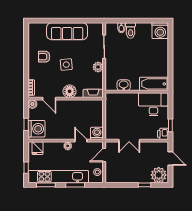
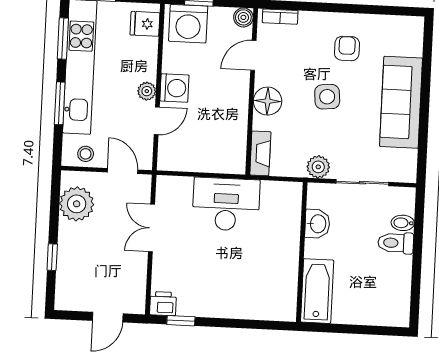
washing machine: (160, 31) -> (392, 309), removed
bathtub: (154, 84) -> (317, 291), moved
washbasin: (124, 85) -> (317, 224), moved
wall: (137, 92) -> (302, 252), moved
desk: (153, 104) -> (226, 204), moved, turned -90
washing machine: (97, 133) -> (174, 88), moved
plant: (159, 175) -> (77, 204), moved

